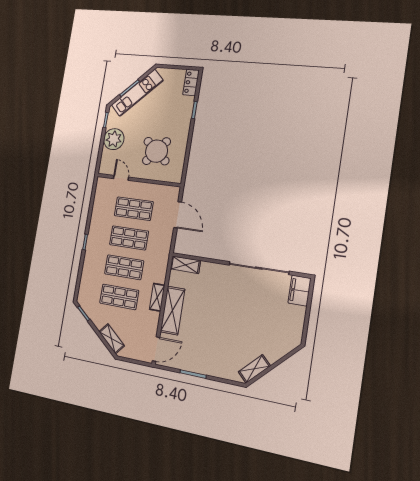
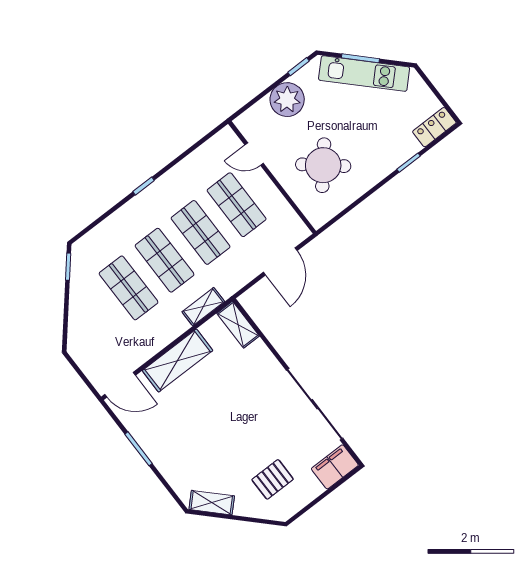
door: (121, 178) -> (254, 154), swing flipped
shelving: (157, 297) -> (203, 307), moved
pallet: (274, 327) -> (273, 479), added
shelving: (112, 339) -> (77, 326), removed

